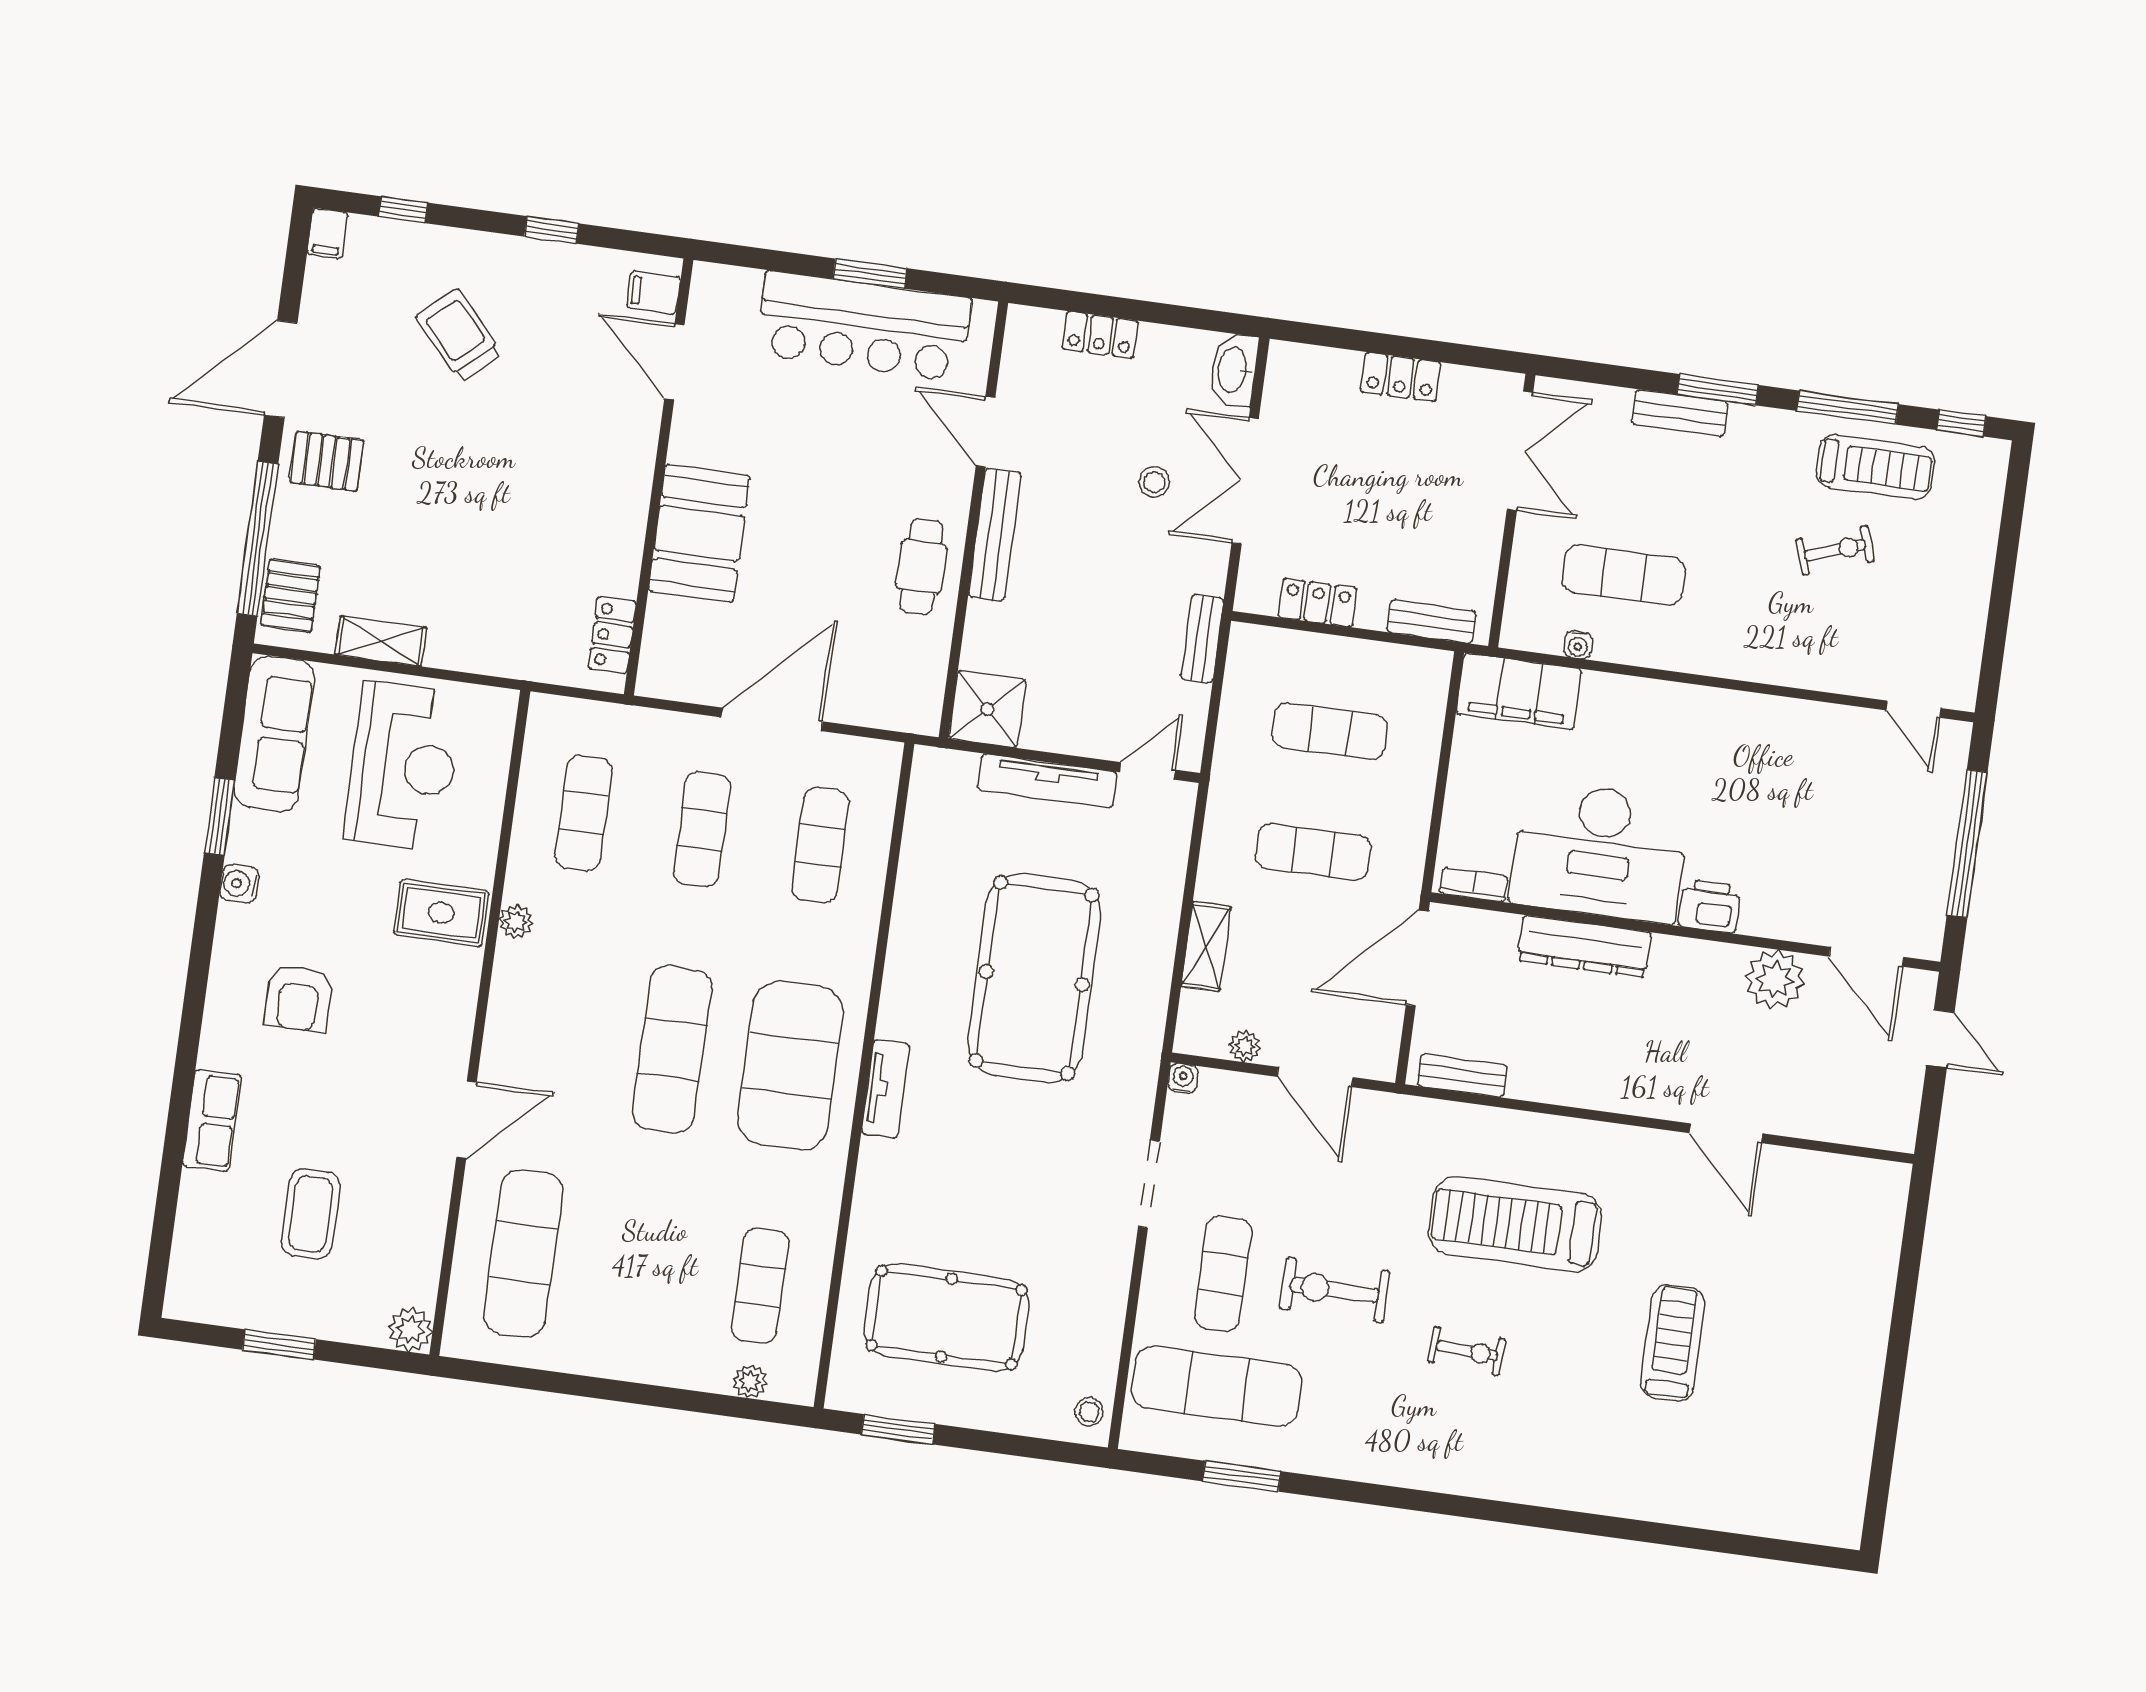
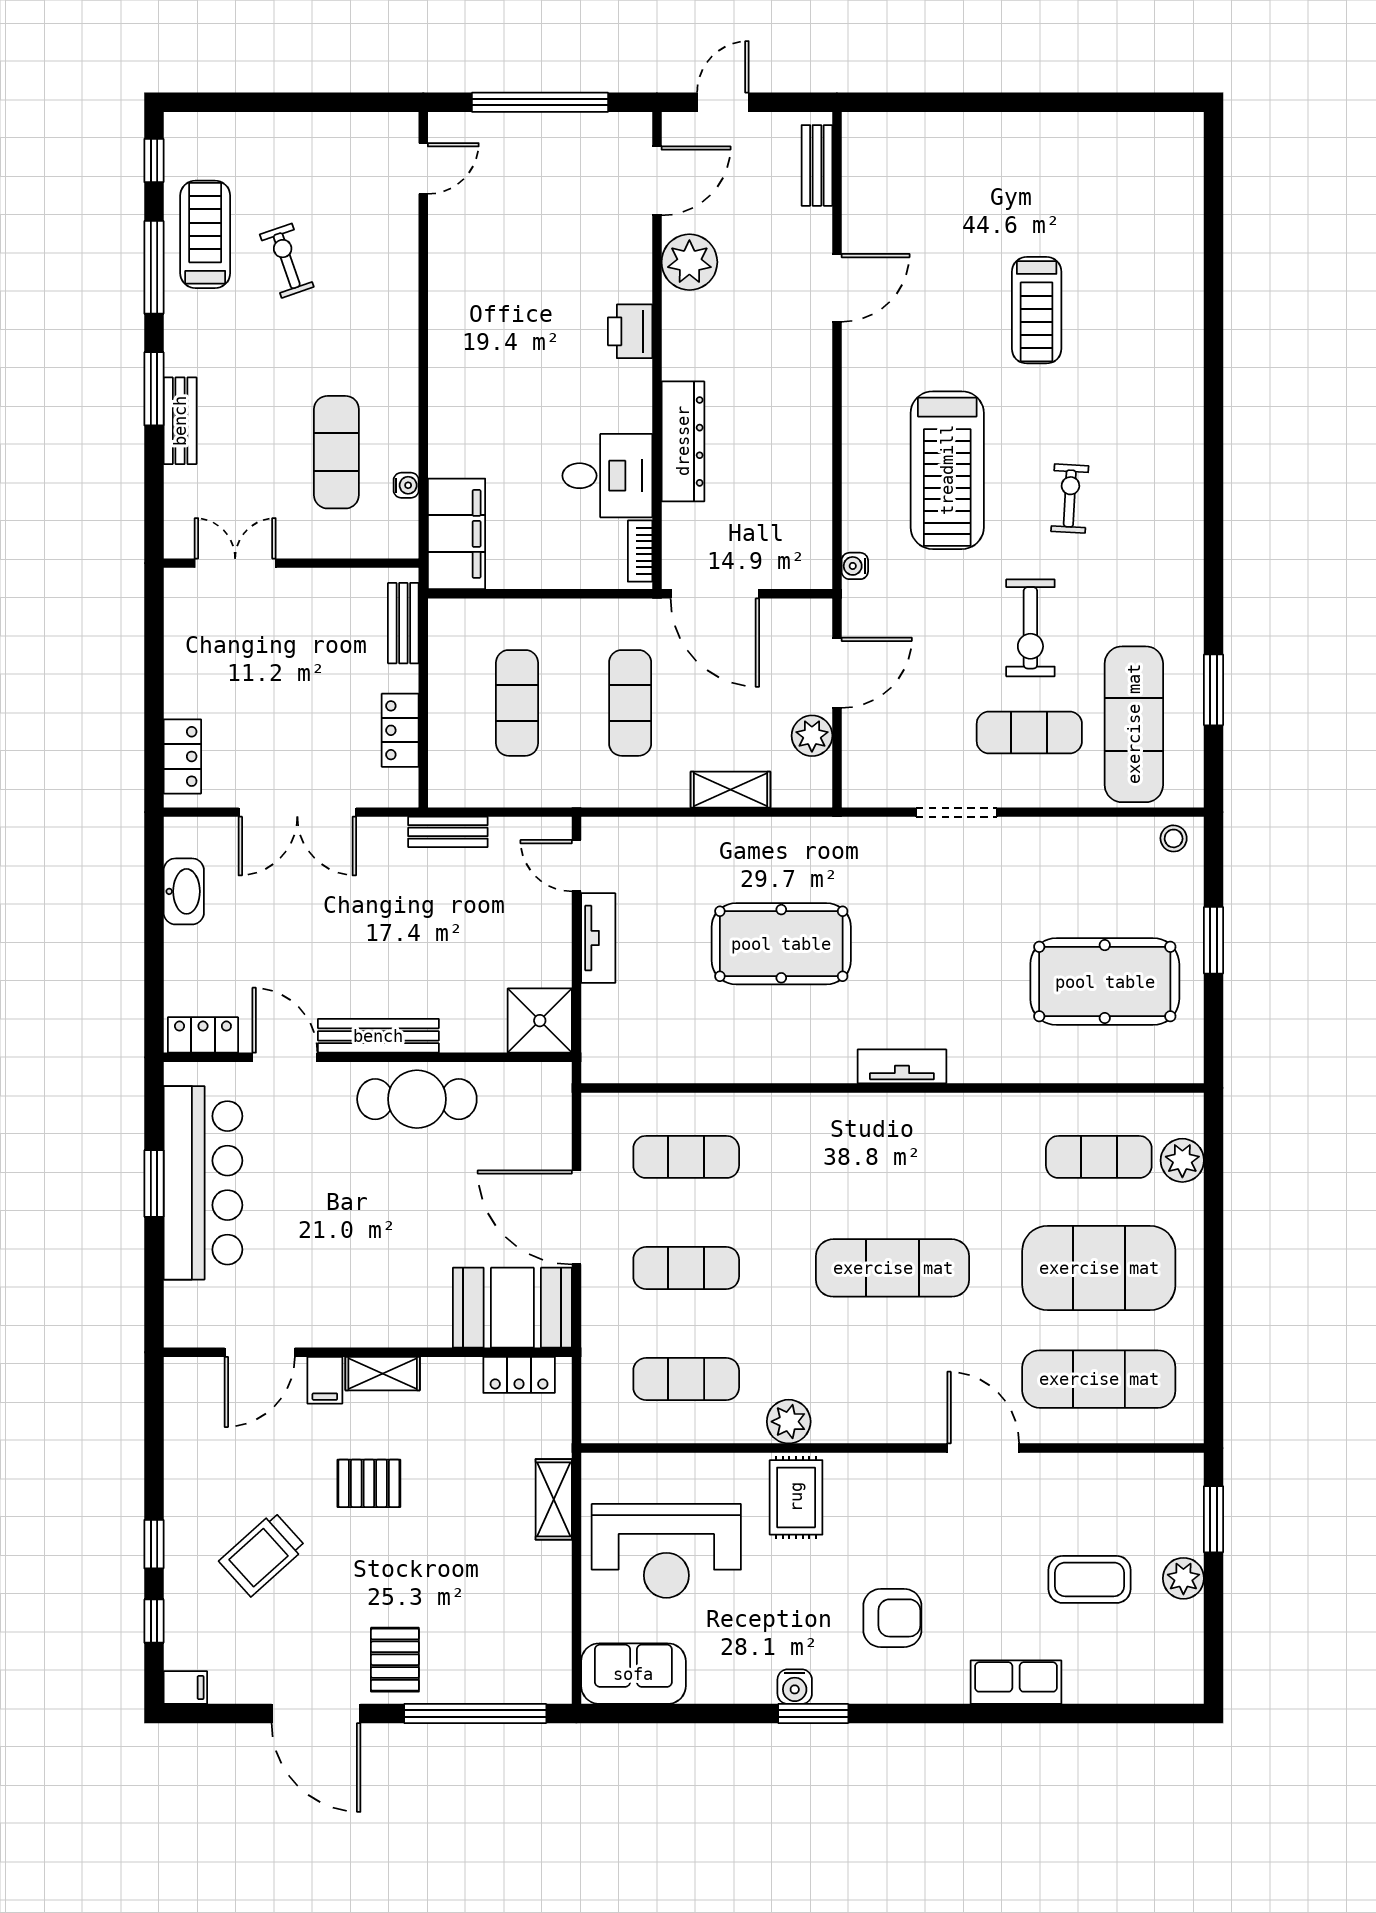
window: (552, 230) -> (154, 1544), moved
filing cabinet: (654, 293) -> (325, 1380), moved
locker: (1100, 335) -> (203, 1035), moved, turned -90
washbasin: (1234, 370) -> (184, 891), moved, turned -90
locker: (1401, 377) -> (182, 756), moved
door: (985, 432) -> (285, 1057), swing flipped
double door: (1520, 451) -> (235, 563), width x0.73
stool: (1154, 482) -> (310, 896), removed
shelving: (634, 490) -> (383, 1374), added
booth: (699, 533) -> (512, 1308), moved
cafe table: (922, 567) -> (417, 1099), width x1.37, depth x1.35
pallet: (291, 596) -> (369, 1483), moved
shelving: (381, 641) -> (554, 1499), moved
sofa: (274, 734) -> (633, 1674), width x0.73
reception desk: (403, 767) -> (666, 1551), turned 180
tv unit: (1047, 781) -> (598, 938), width x0.71
window: (220, 816) -> (813, 1713), moved
desk: (1600, 852) -> (607, 476), width x0.53, depth x0.77
plant: (516, 921) -> (789, 1422), width x1.38, depth x1.38
pool table: (1034, 978) -> (781, 944), width x0.73, depth x0.76
plant: (1245, 1046) -> (812, 736), width x1.38, depth x1.38
exercise mat: (790, 1065) -> (1099, 1268), moved
bench: (1463, 1075) -> (817, 165), moved
water cooler: (1183, 1078) -> (855, 566), moved
pool table: (946, 1318) -> (1105, 982), turned 90
plant: (410, 1330) -> (1183, 1578), moved
treadmill: (1673, 1343) -> (1037, 310), turned -90
window: (279, 1344) -> (1214, 1519), moved
plant: (750, 1381) -> (1182, 1160), width x1.38, depth x1.38
window: (898, 1429) -> (1214, 940), moved

